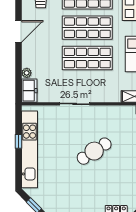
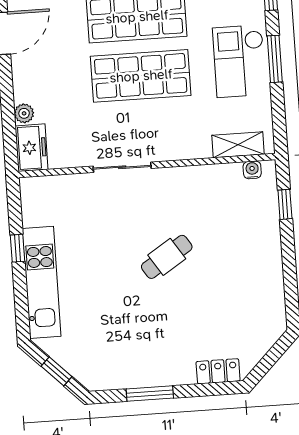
kitchen unit: (29, 149) -> (42, 282), width x0.73
cafe table: (94, 151) -> (167, 257), width x0.73, depth x0.74

